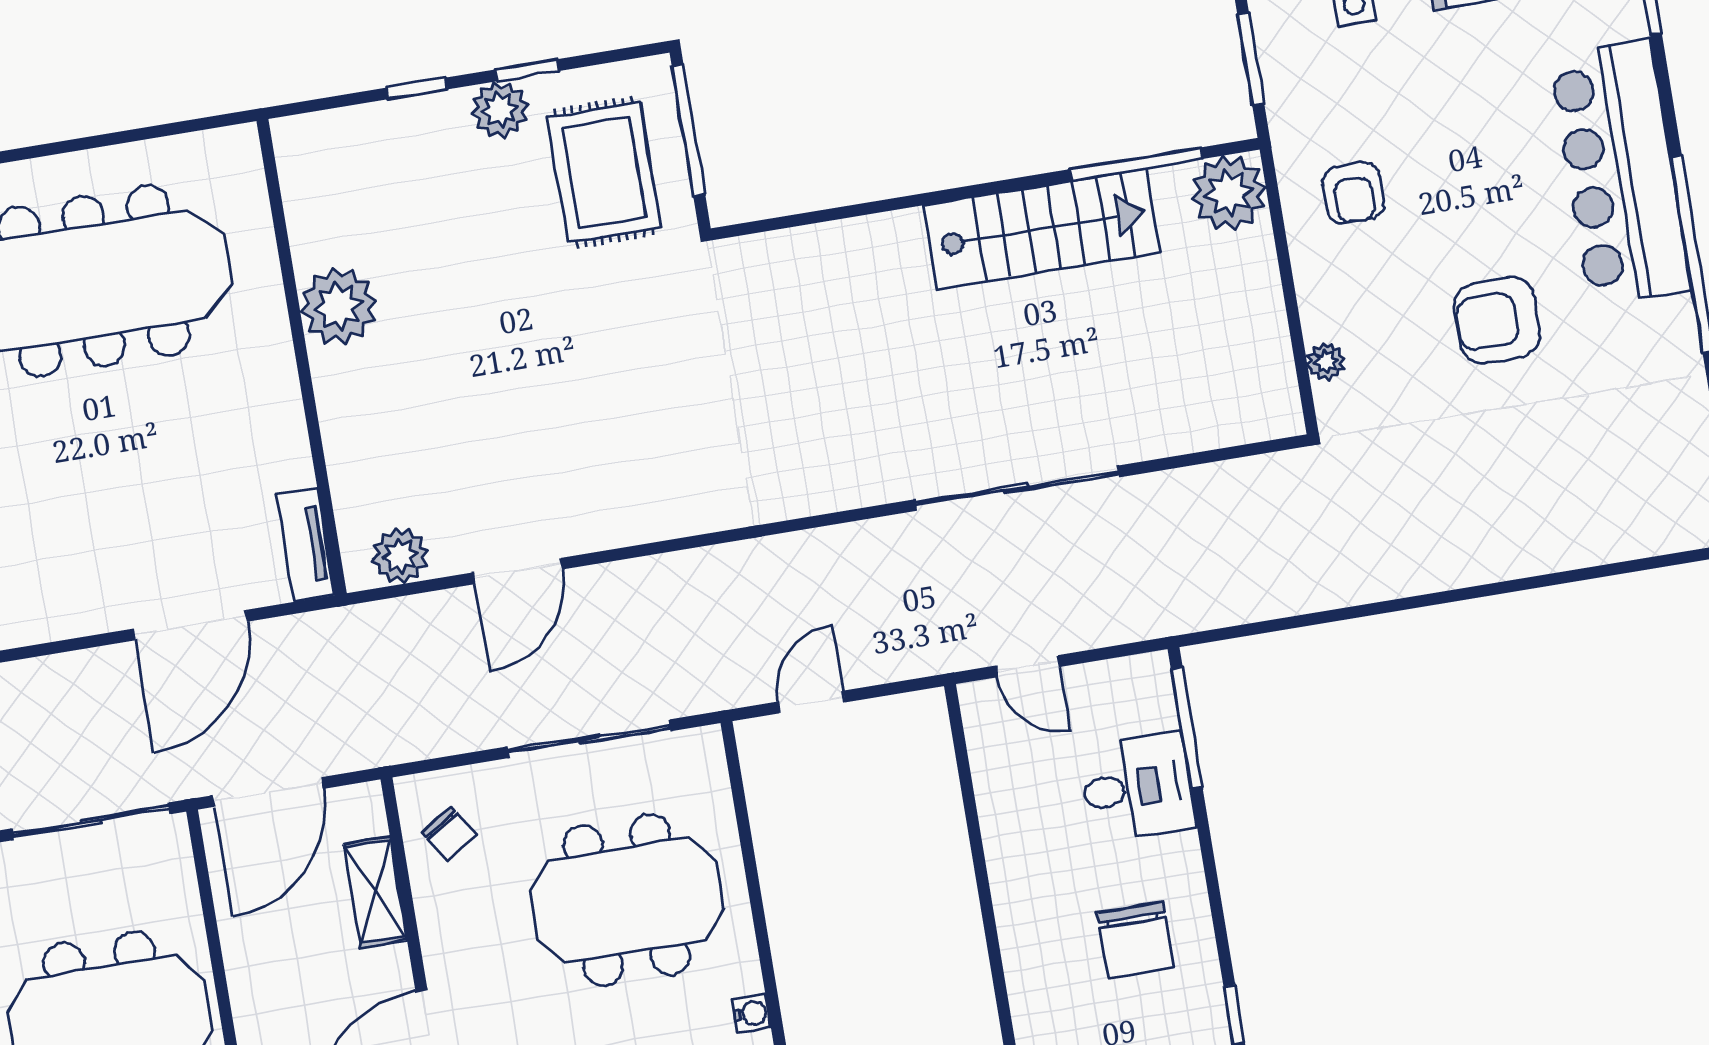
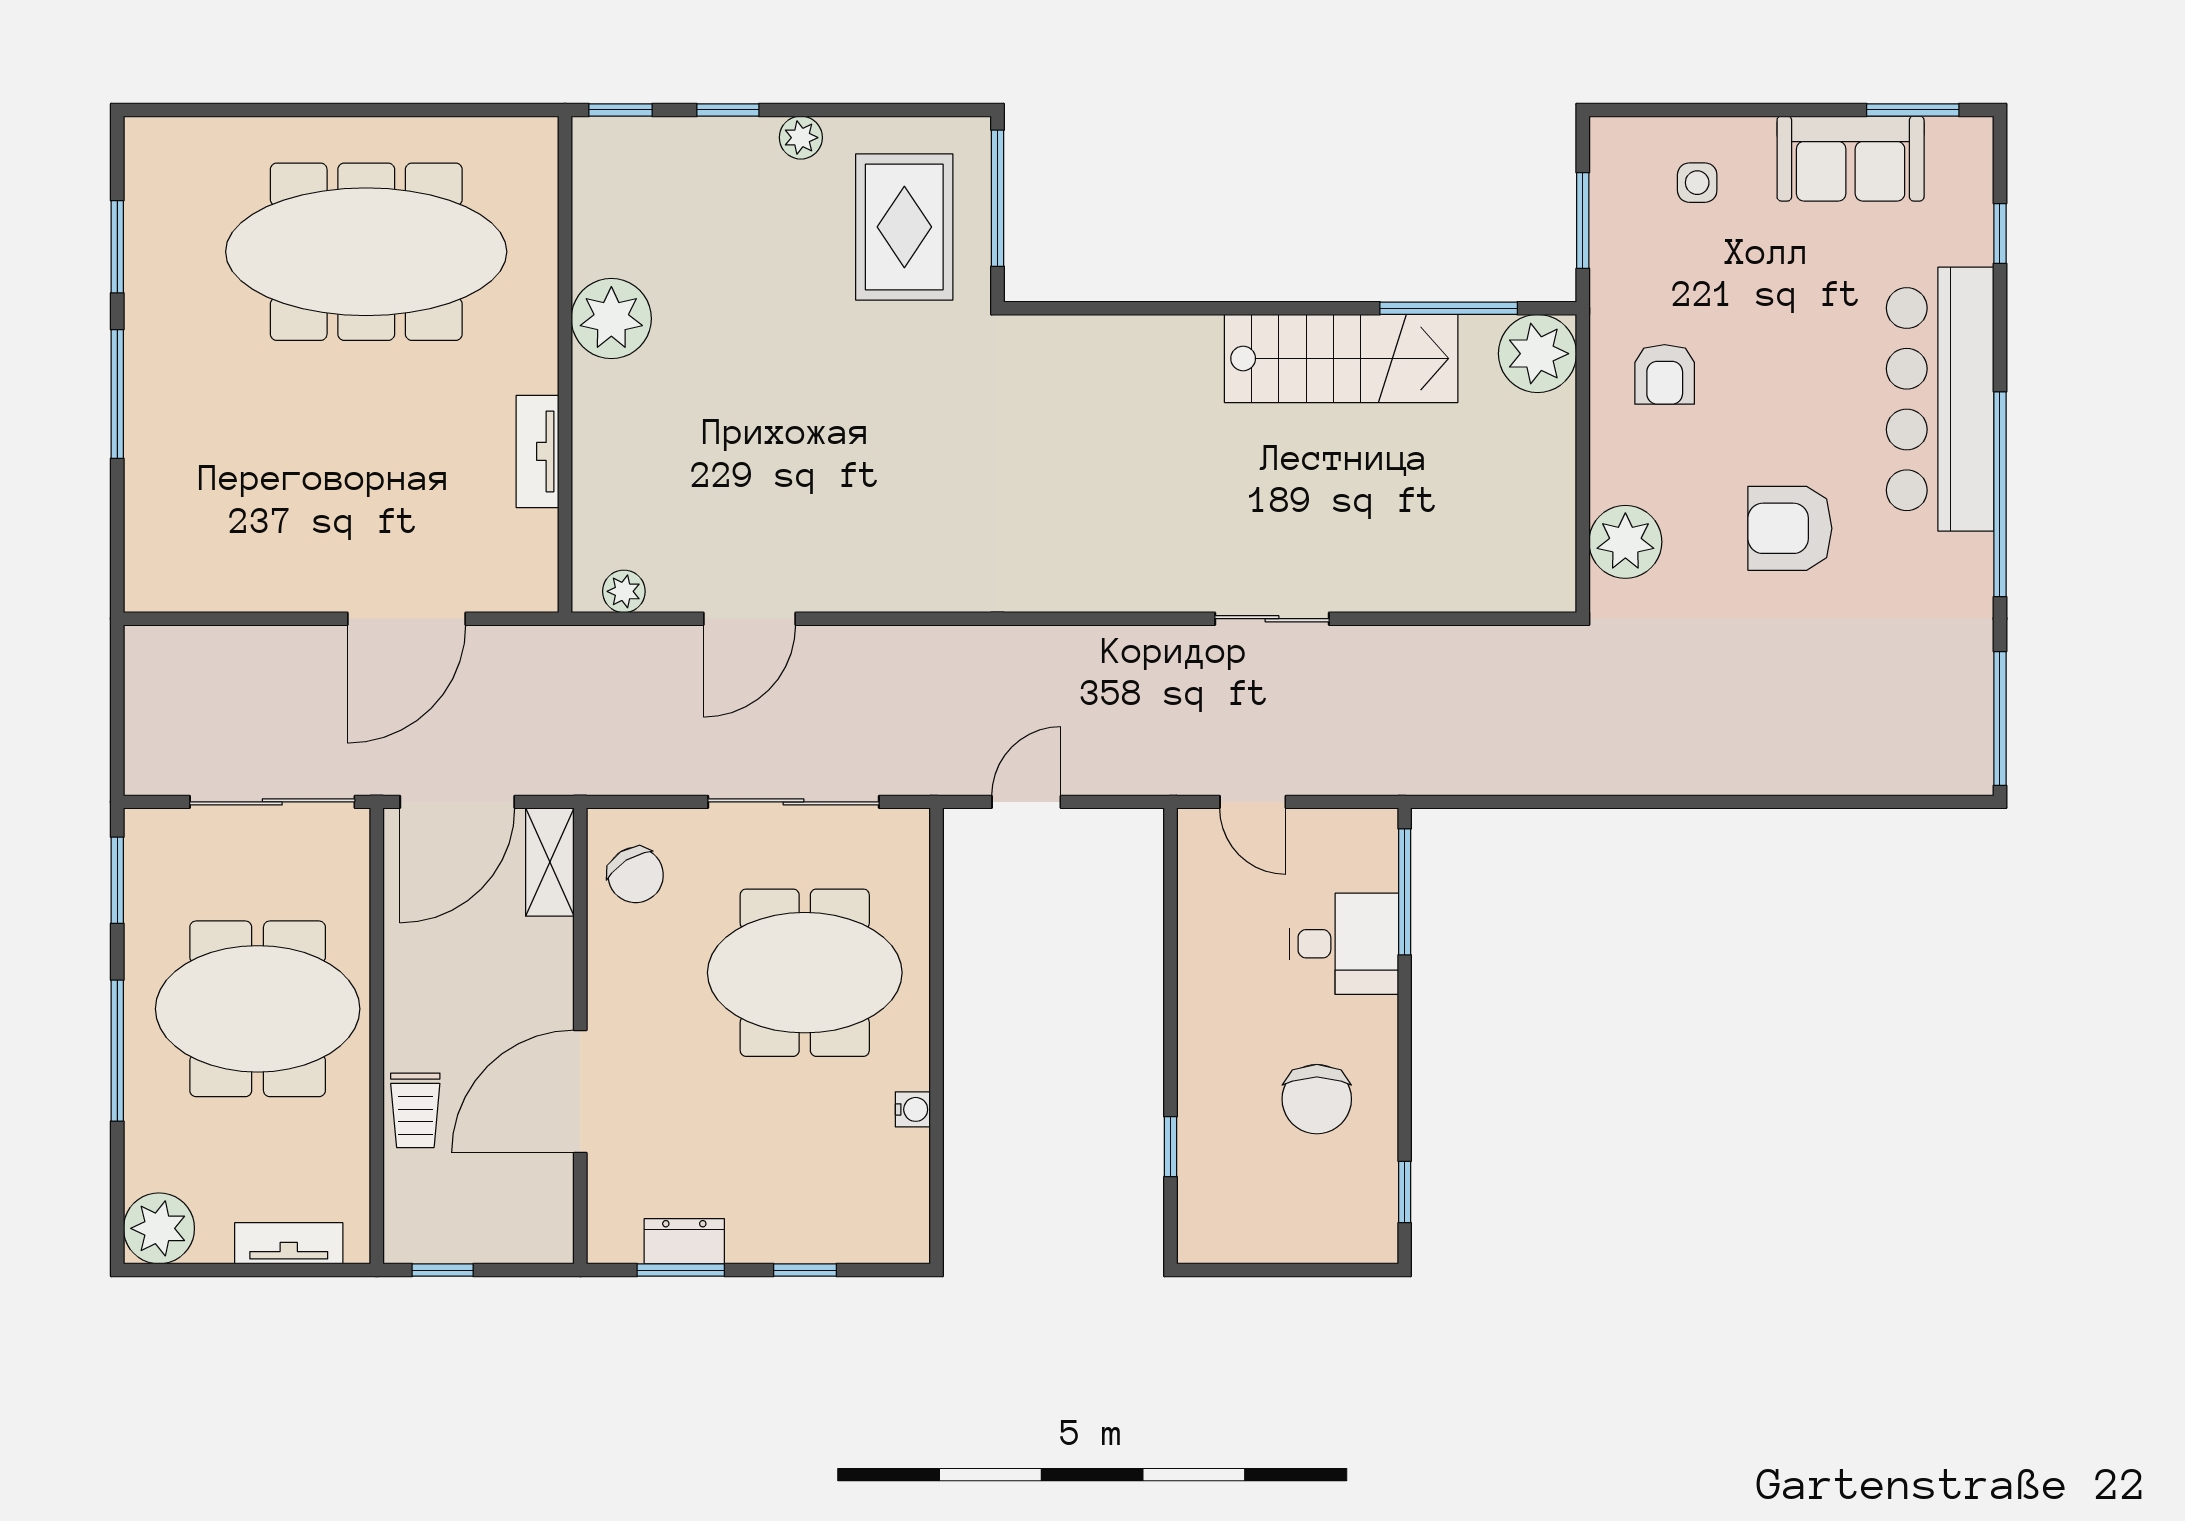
window: (527, 70) -> (620, 110), moved
plant: (500, 110) -> (801, 138), width x0.73, depth x0.73
plant: (1326, 362) -> (1625, 542), width x1.87, depth x1.87
sliding door: (1017, 488) -> (1272, 619), width x0.54
tv unit: (306, 545) -> (538, 451), moved
plant: (400, 556) -> (624, 591), width x0.73, depth x0.73
chair: (450, 834) -> (636, 875), width x1.37, depth x1.37
shelving: (375, 892) -> (550, 862), moved
window: (1004, 1008) -> (1171, 1147), added

